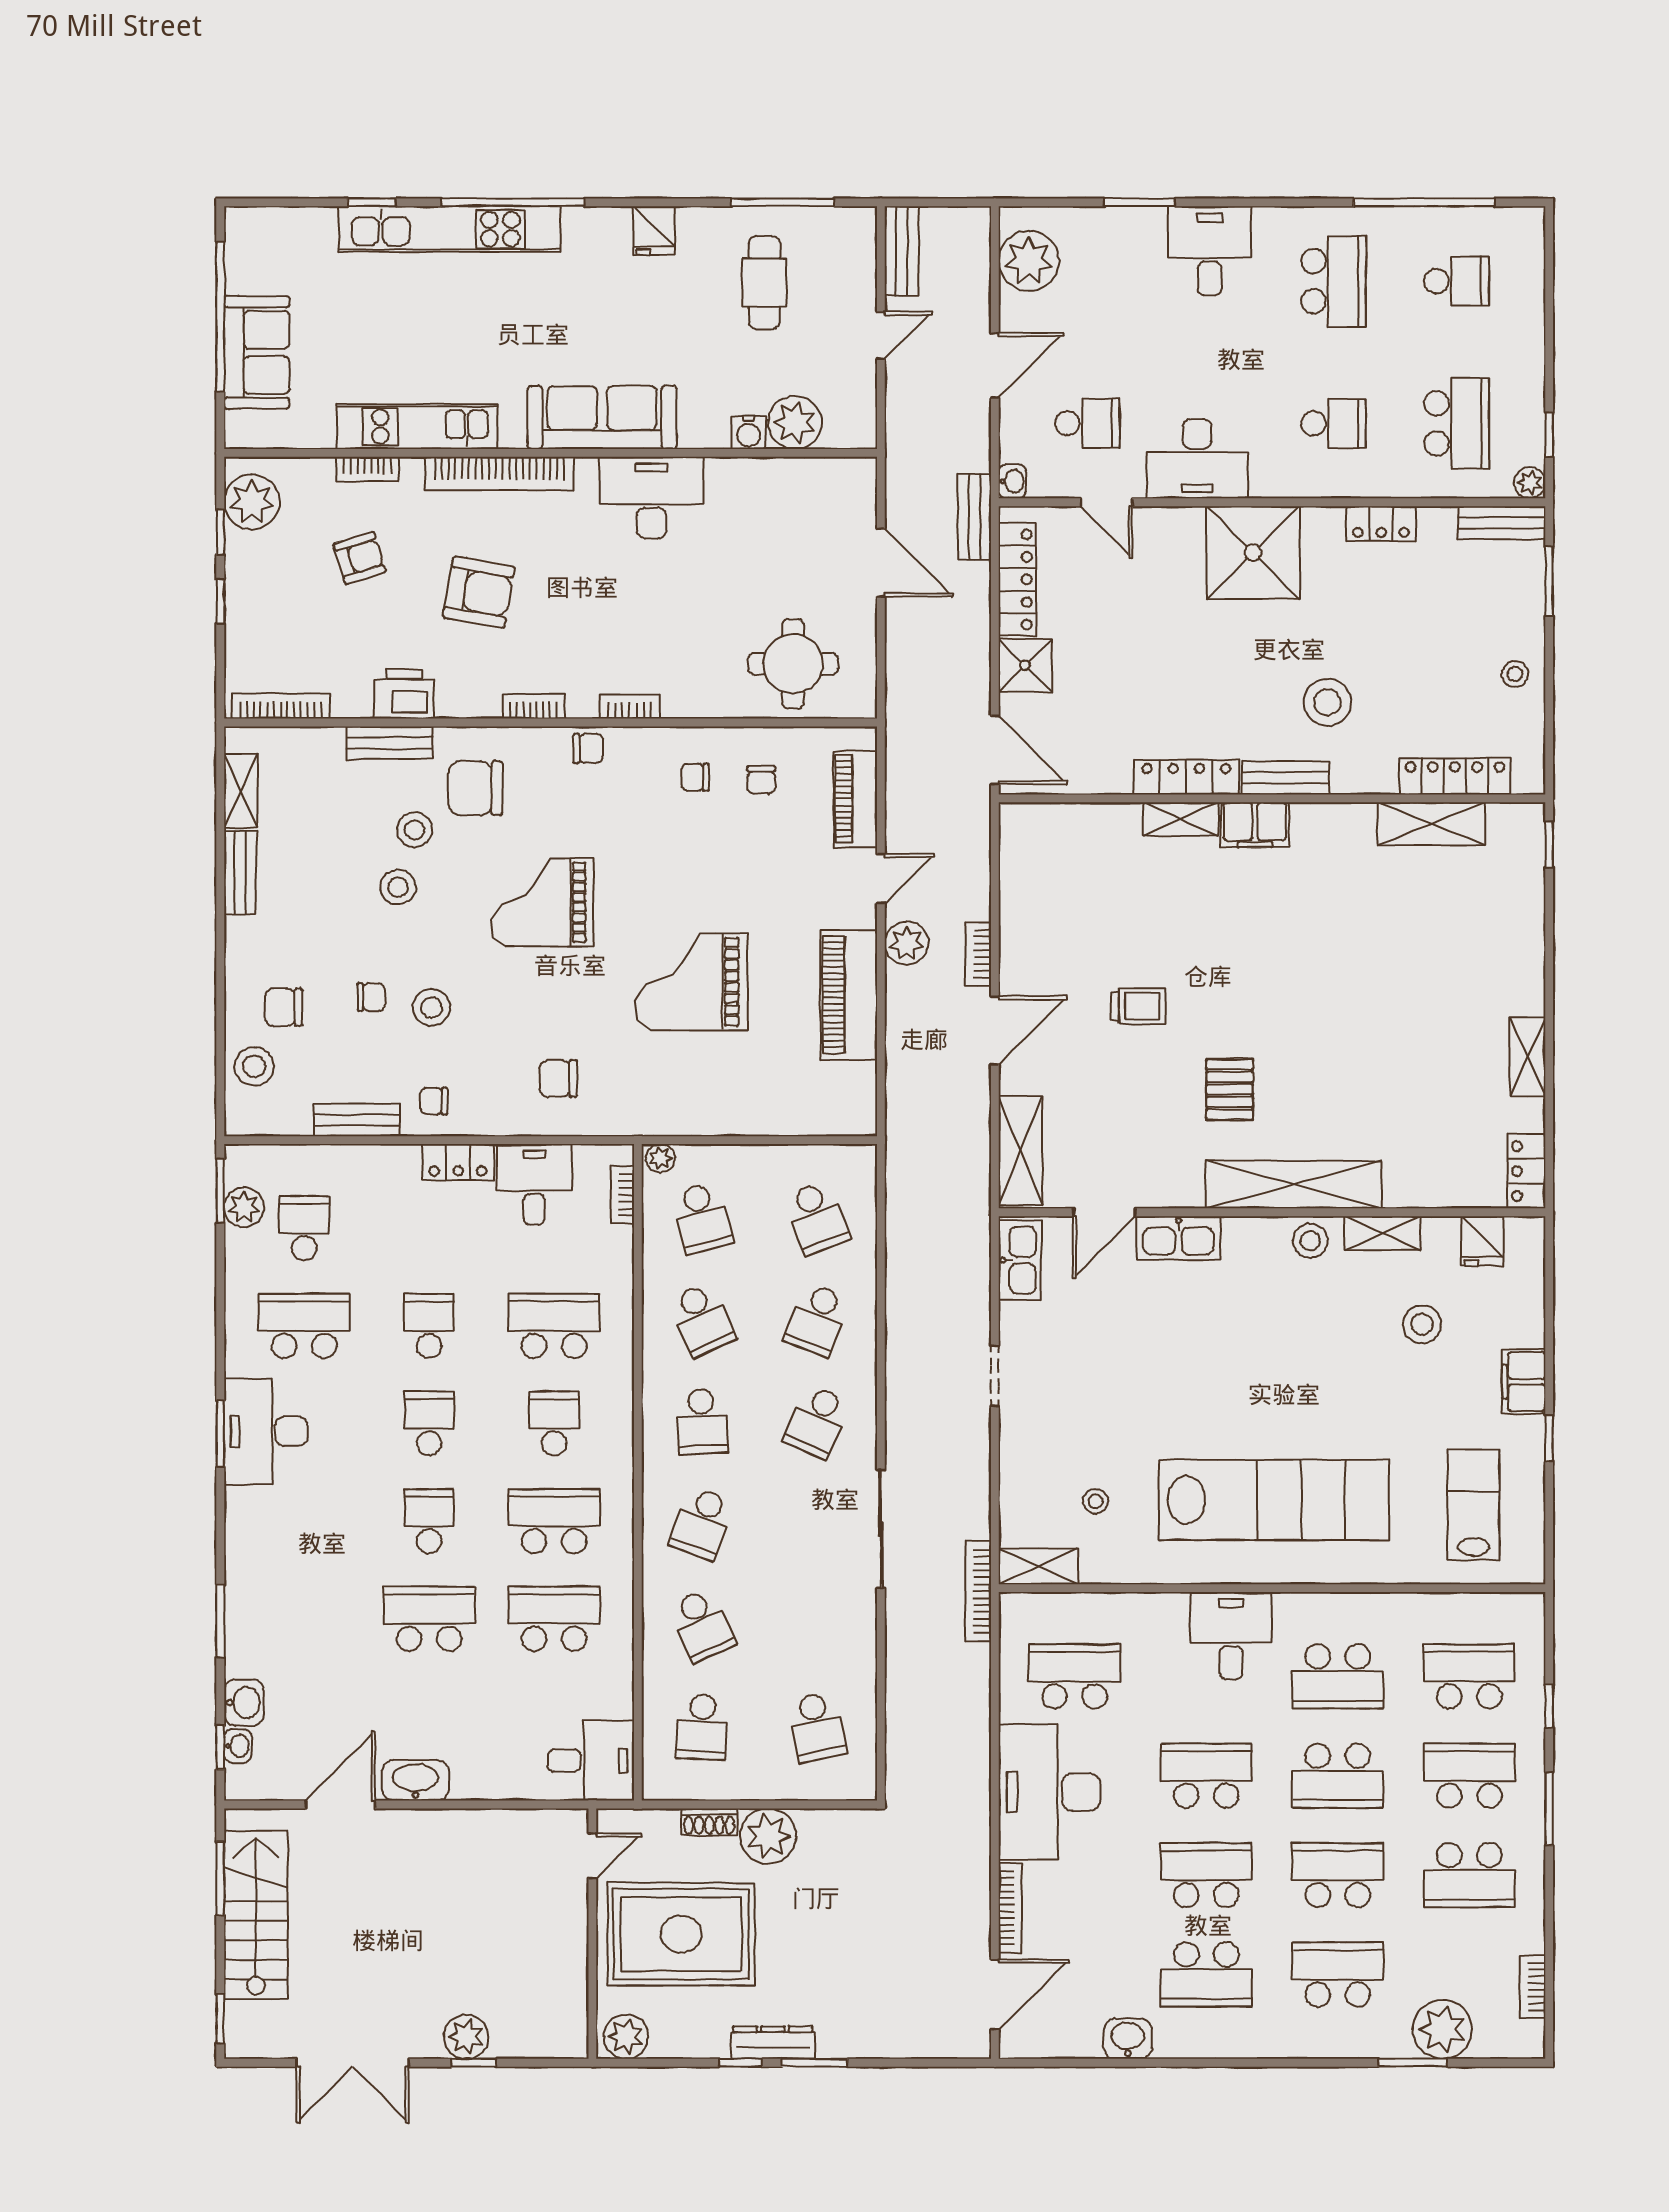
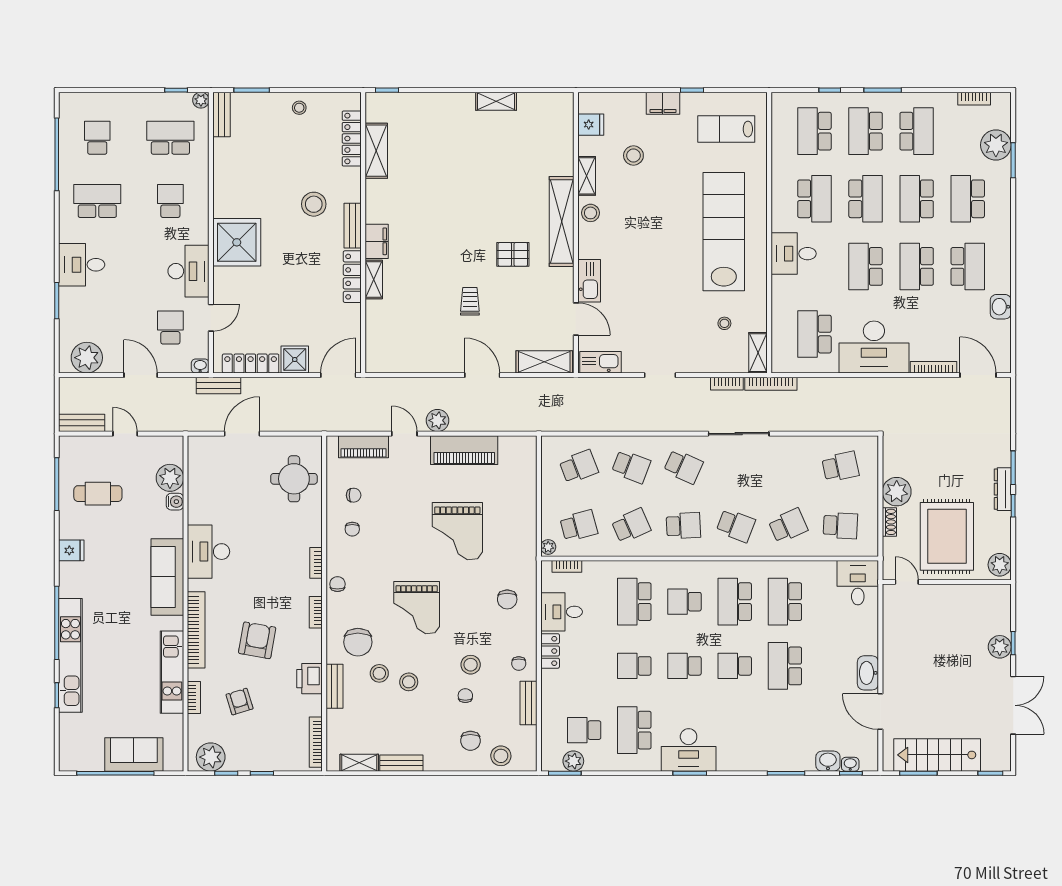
locker: (1381, 524) -> (222, 177), removed
bookcase: (978, 954) -> (727, 384), moved
locker: (1526, 1171) -> (555, 102), removed

